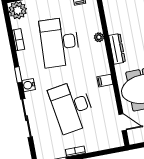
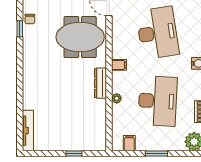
filing cabinet: (105, 81) -> (119, 65), moved

